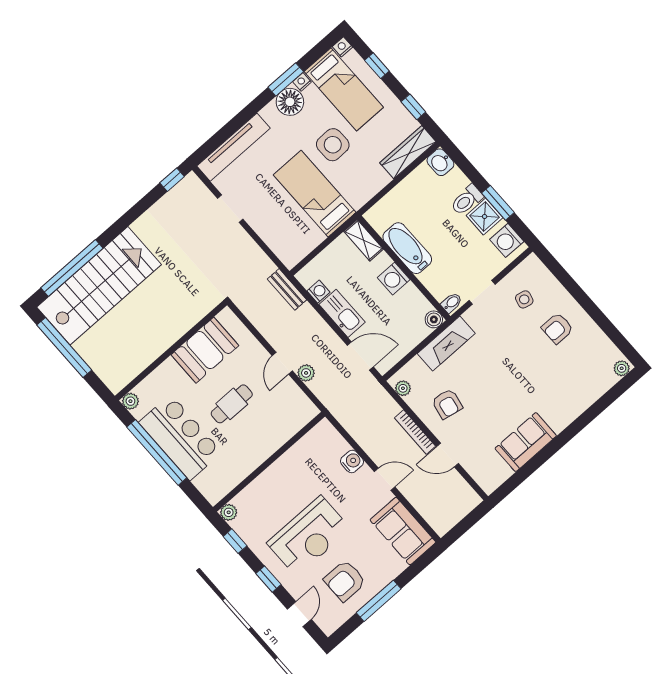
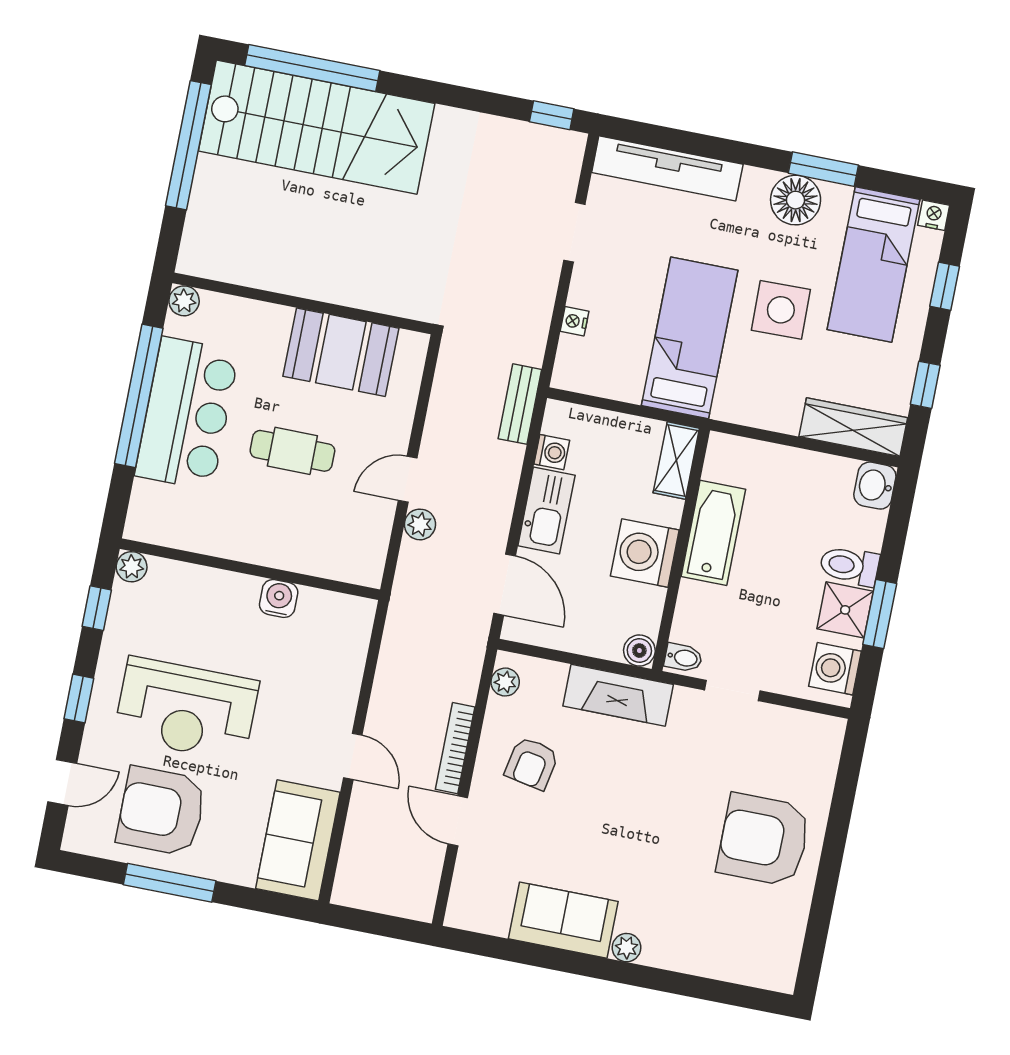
nightstand: (302, 82) -> (575, 321), moved, turned -90
washing machine: (394, 279) -> (645, 553), width x1.37, depth x1.37
side table: (524, 299) -> (769, 760), removed
armchair: (557, 328) -> (764, 840), width x1.88, depth x1.88
plant: (622, 368) -> (627, 948), moved
water cooler: (352, 461) -> (279, 598), moved, turned -90
armchair: (345, 581) -> (161, 811), width x1.36, depth x1.36

